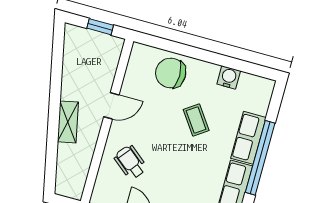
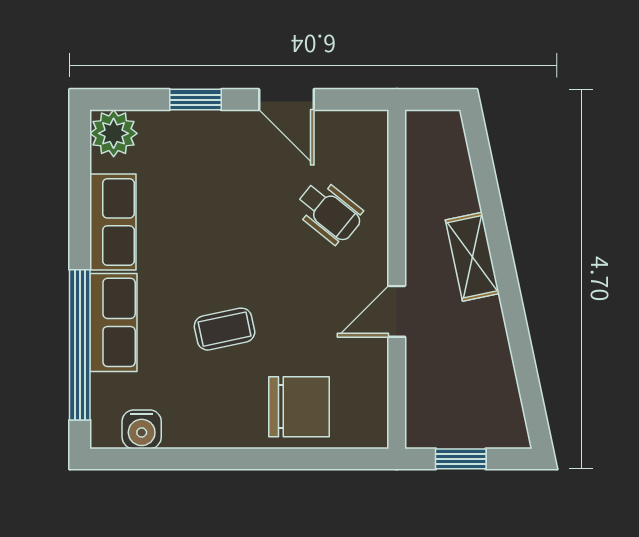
water cooler: (229, 77) -> (142, 429), moved
coffee table: (196, 120) -> (225, 329), turned -67
window: (260, 158) -> (80, 345), moved

